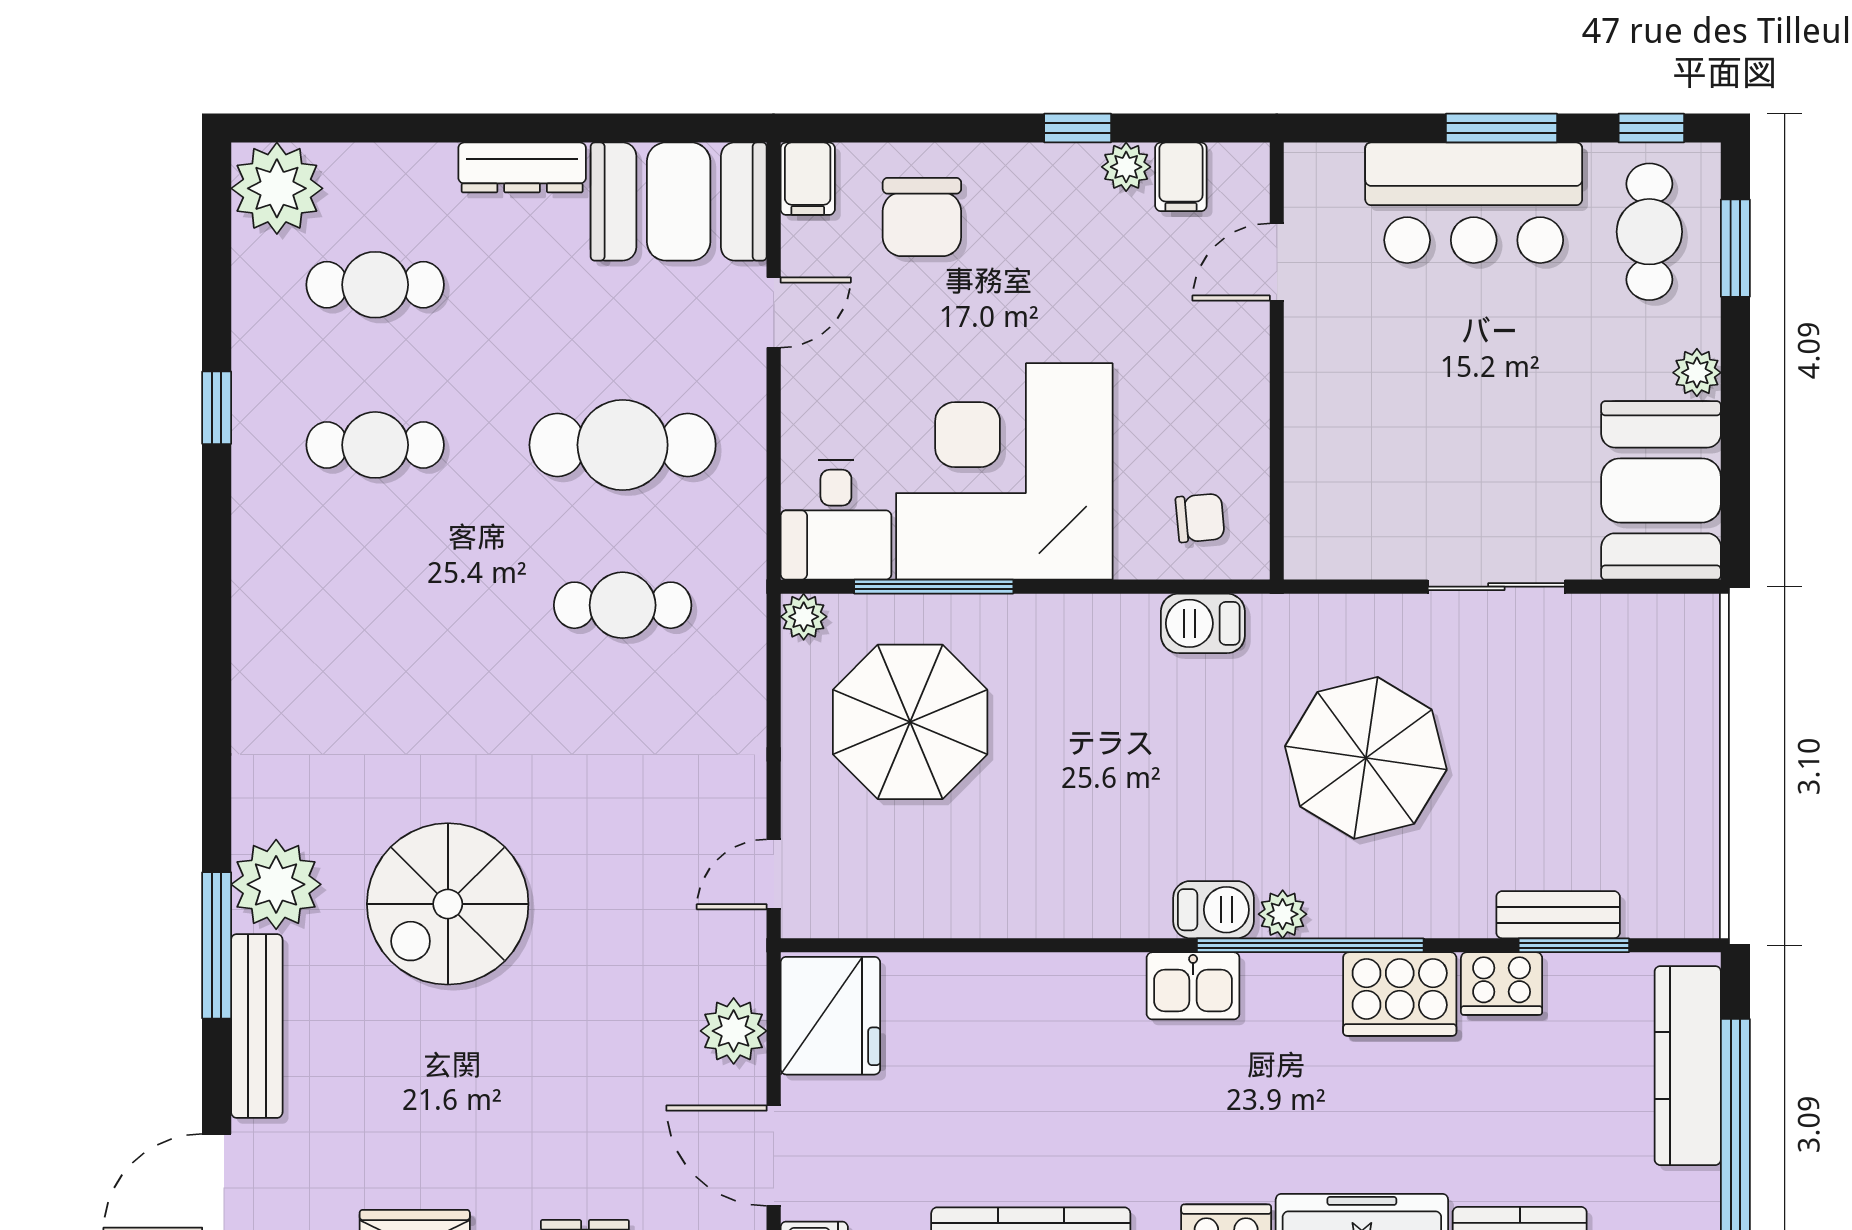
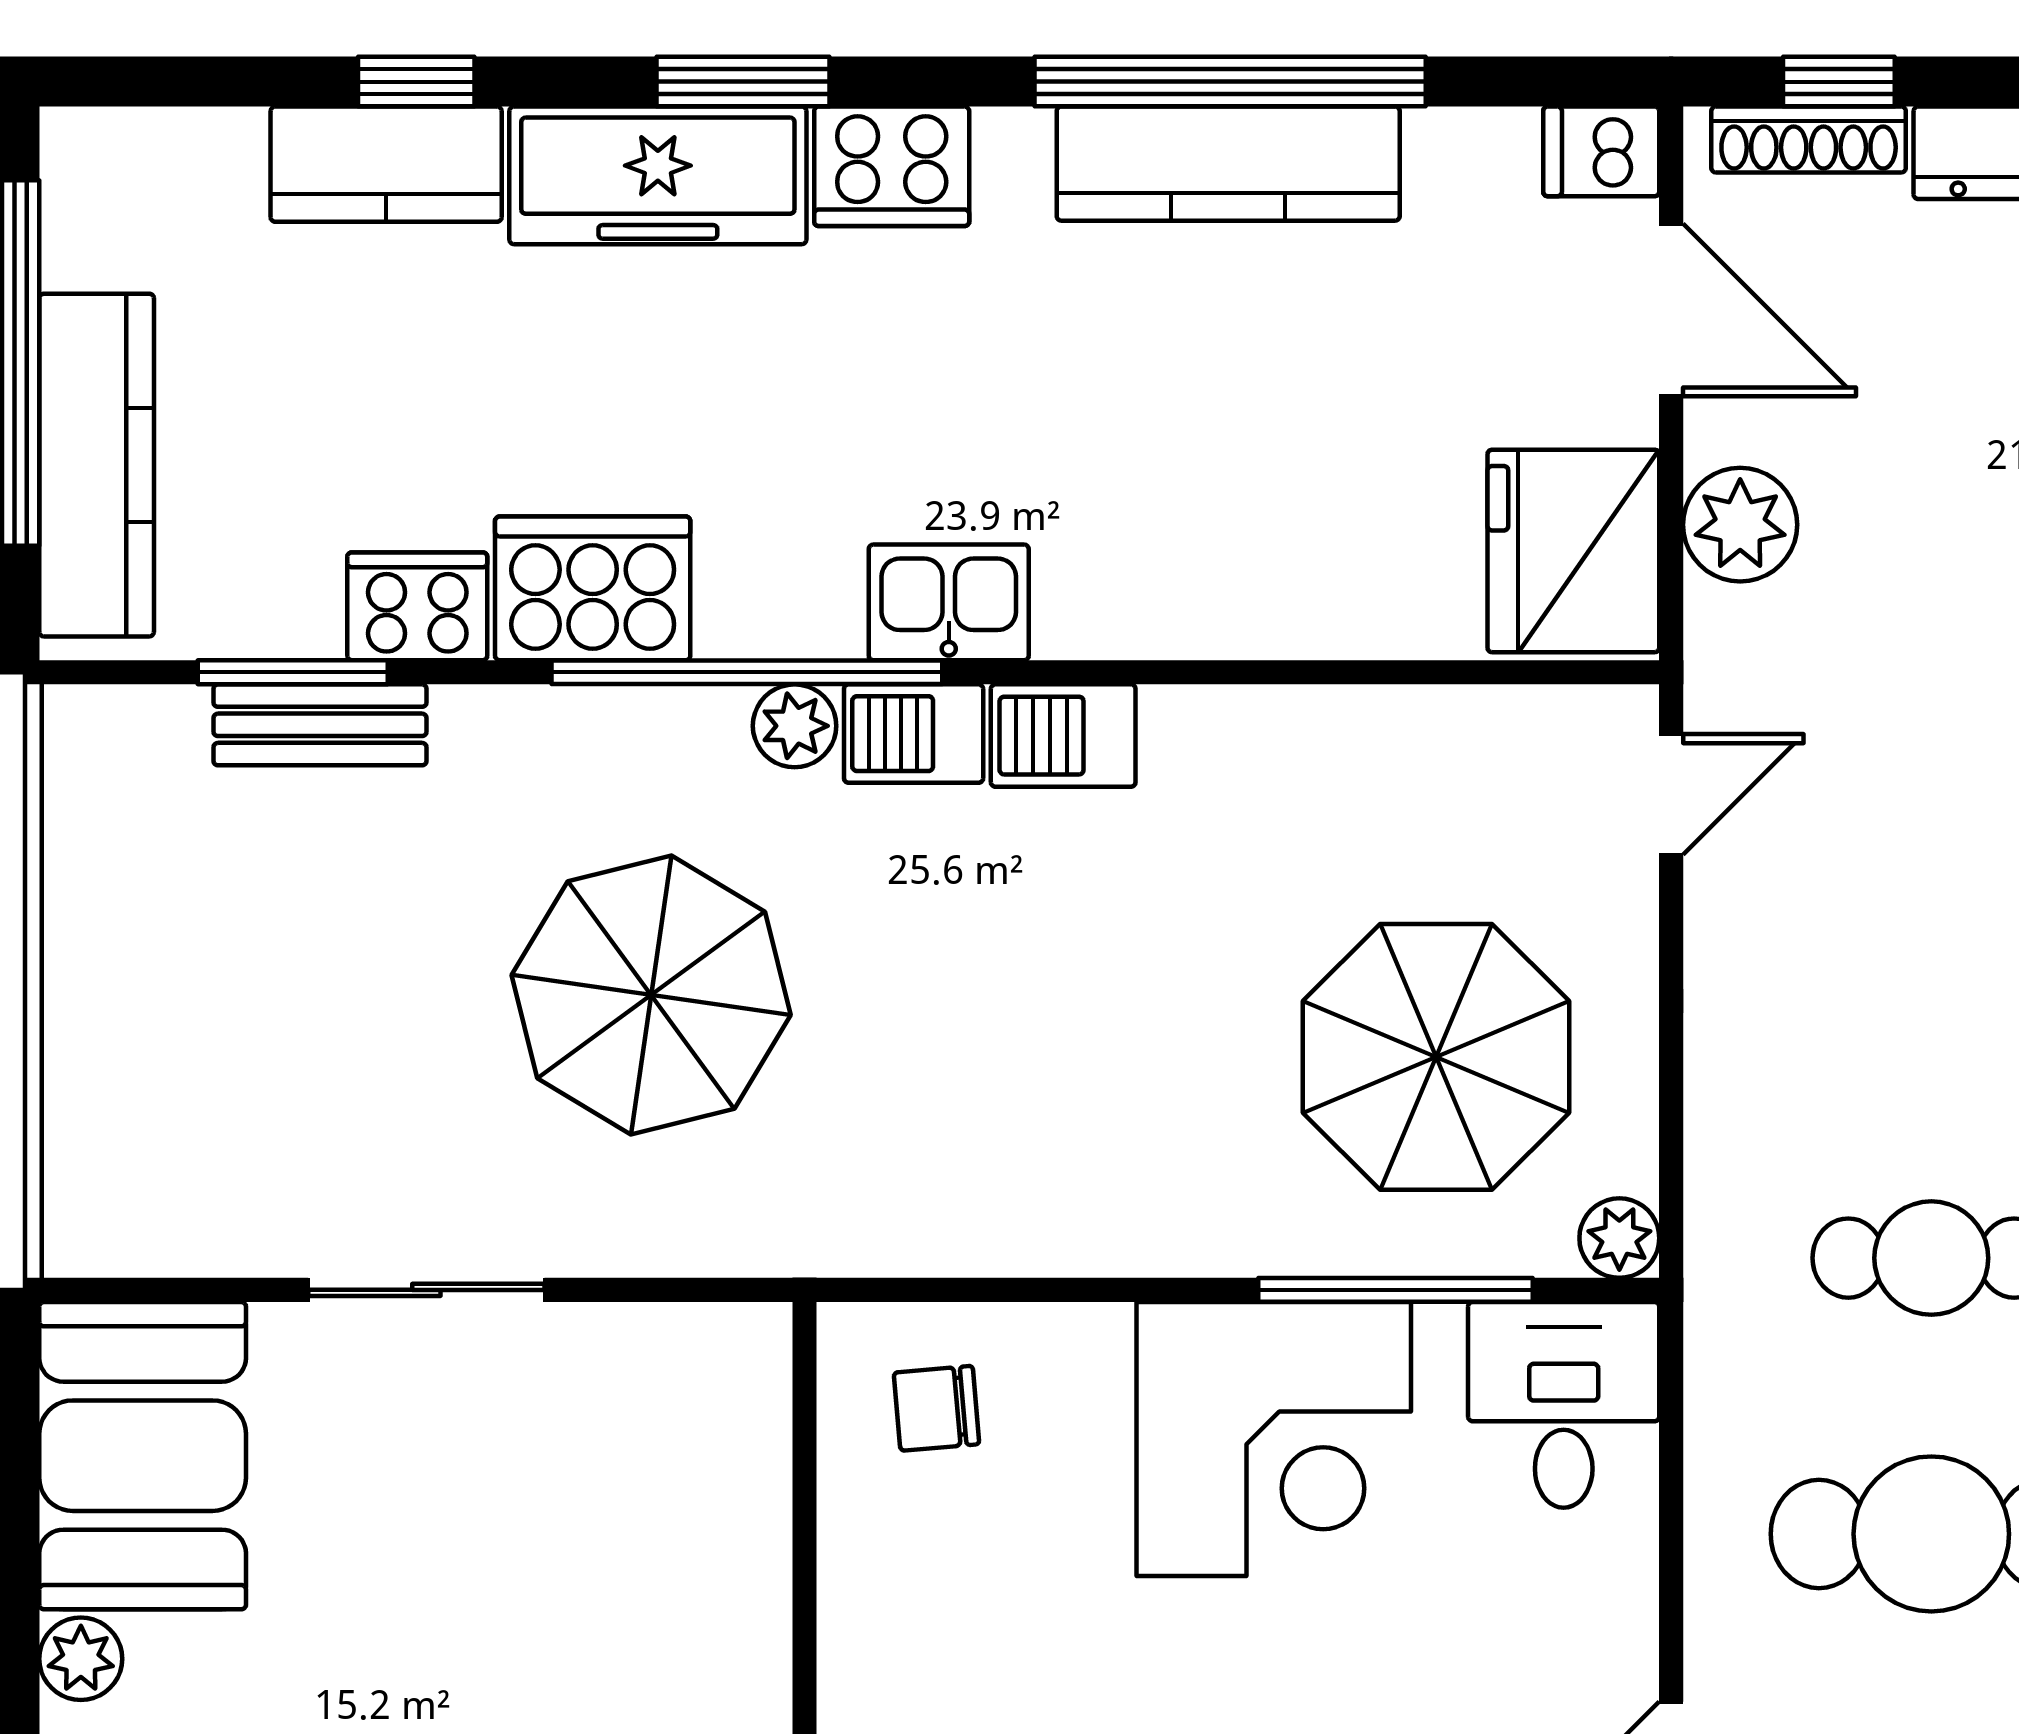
corner desk: (1004, 471) -> (1274, 1439), width x0.74, depth x0.74
barbecue: (1203, 623) -> (1063, 736), moved, turned 180

